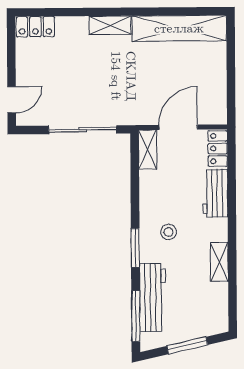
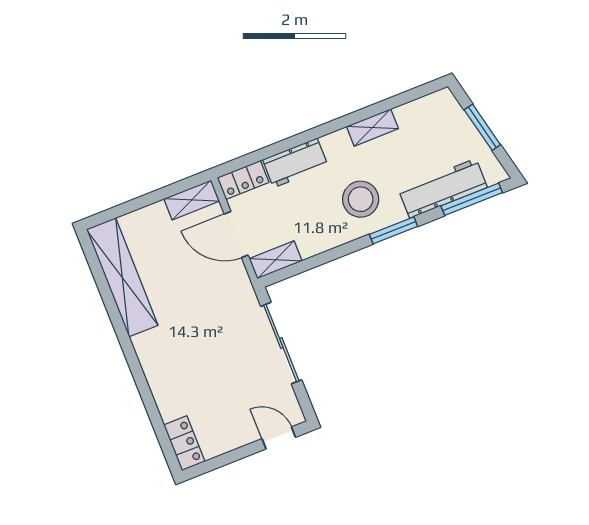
shelving: (110, 25) -> (192, 200), moved, turned 90
stool: (168, 232) -> (361, 199), width x1.89, depth x1.89

